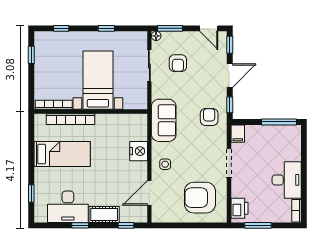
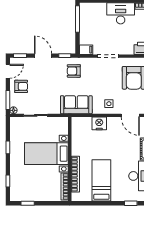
armchair: (178, 63) -> (21, 86), moved

